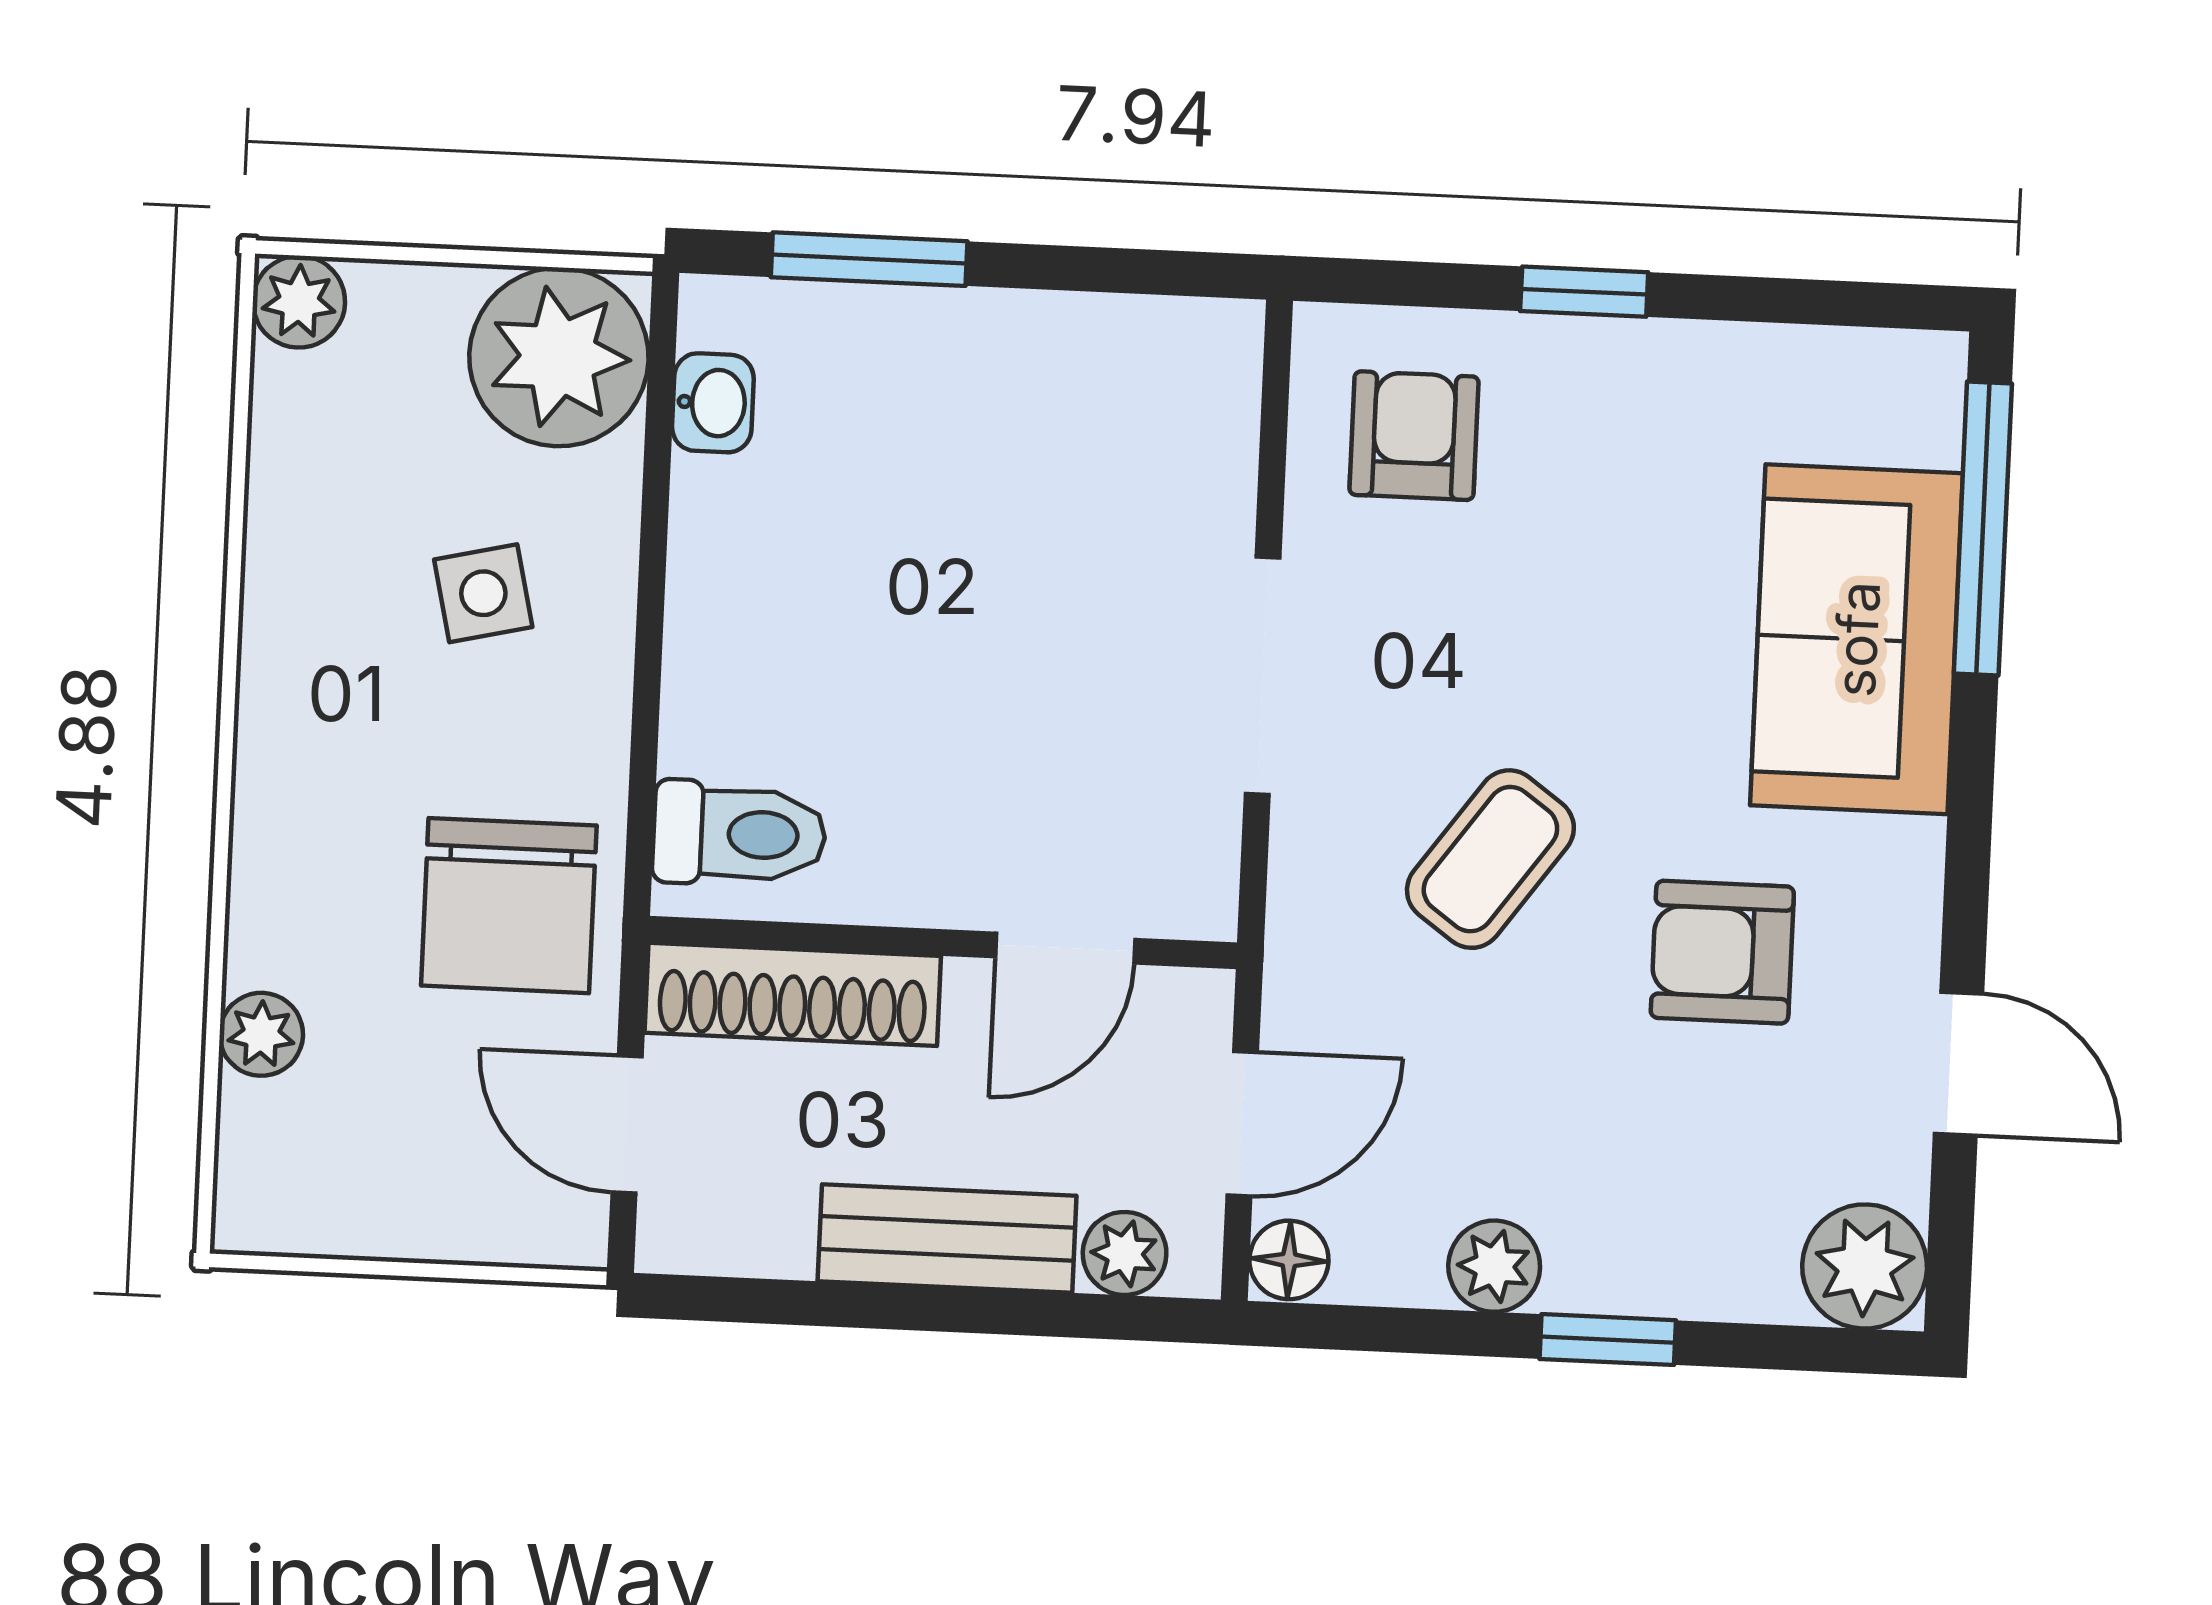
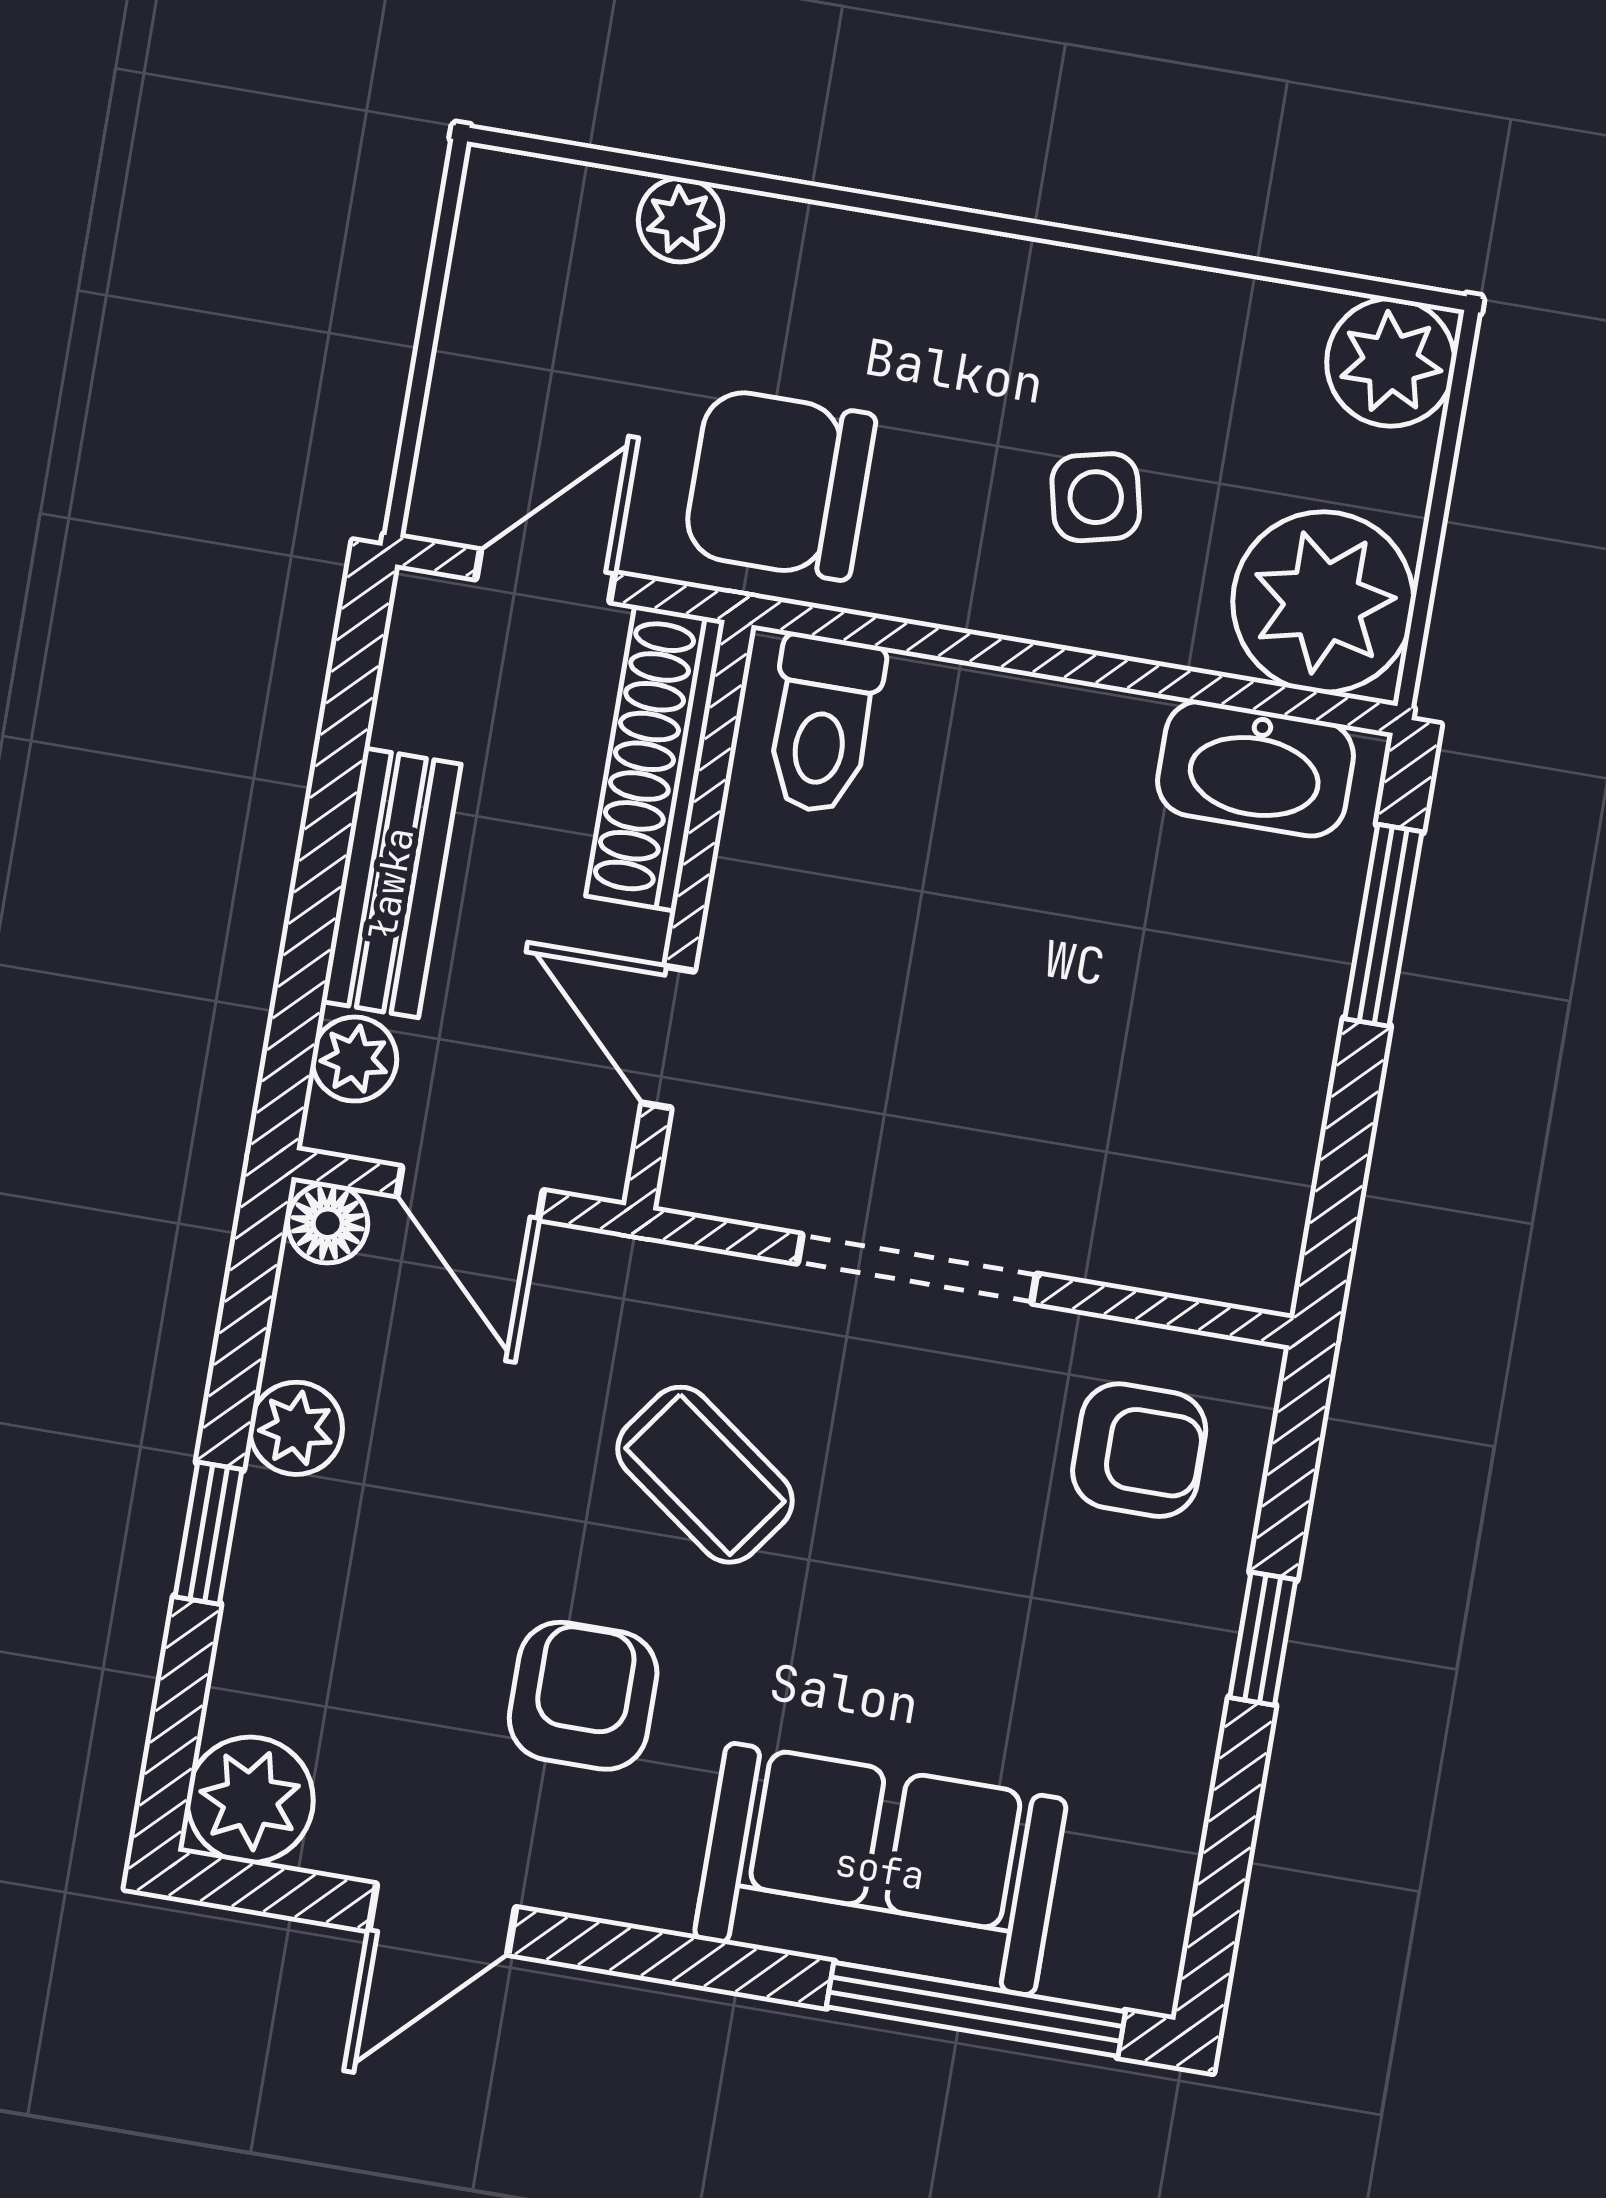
plant: (299, 302) -> (1391, 362), width x1.38, depth x1.38
washbasin: (713, 403) -> (1256, 769), width x1.91, depth x1.45

